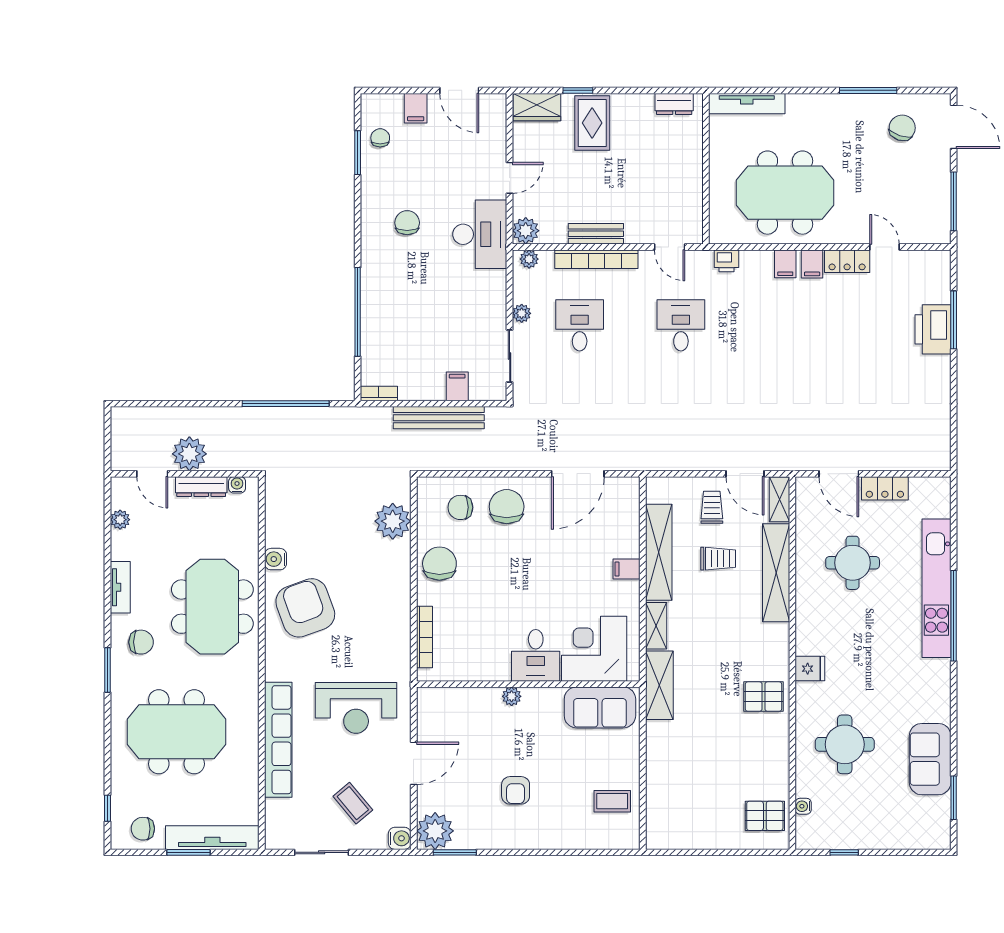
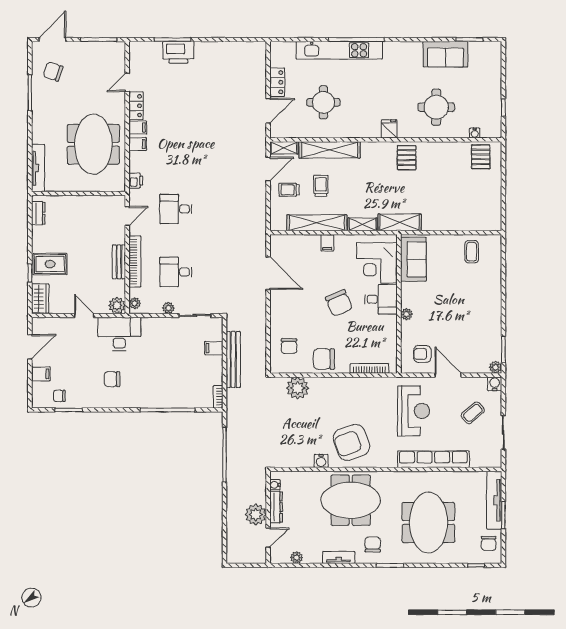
chair: (507, 507) -> (339, 303), moved, turned -113
armchair: (516, 790) -> (422, 354), moved, turned 180
plant: (435, 831) -> (495, 367), width x0.53, depth x0.53

